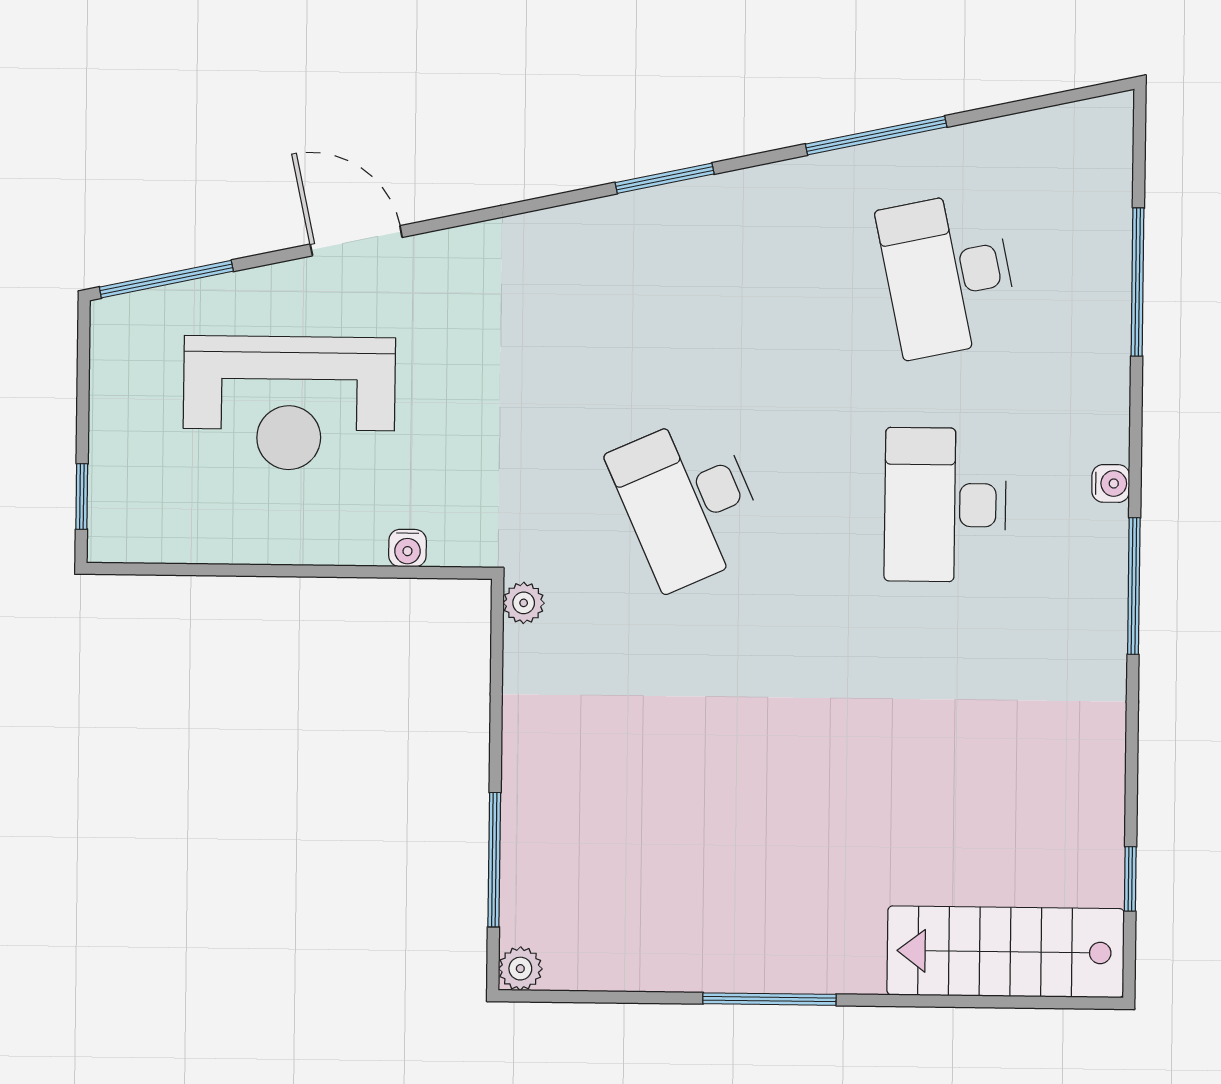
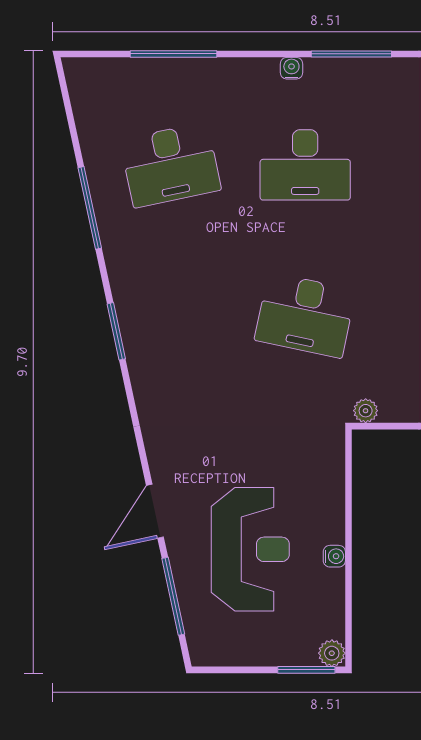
window: (166, 279) -> (173, 596), moved
window: (82, 496) -> (306, 670), width x1.50
desk: (688, 502) -> (305, 315), turned 36
plant: (110, 540) -> (332, 653), added
water cooler: (408, 548) -> (334, 556), moved

